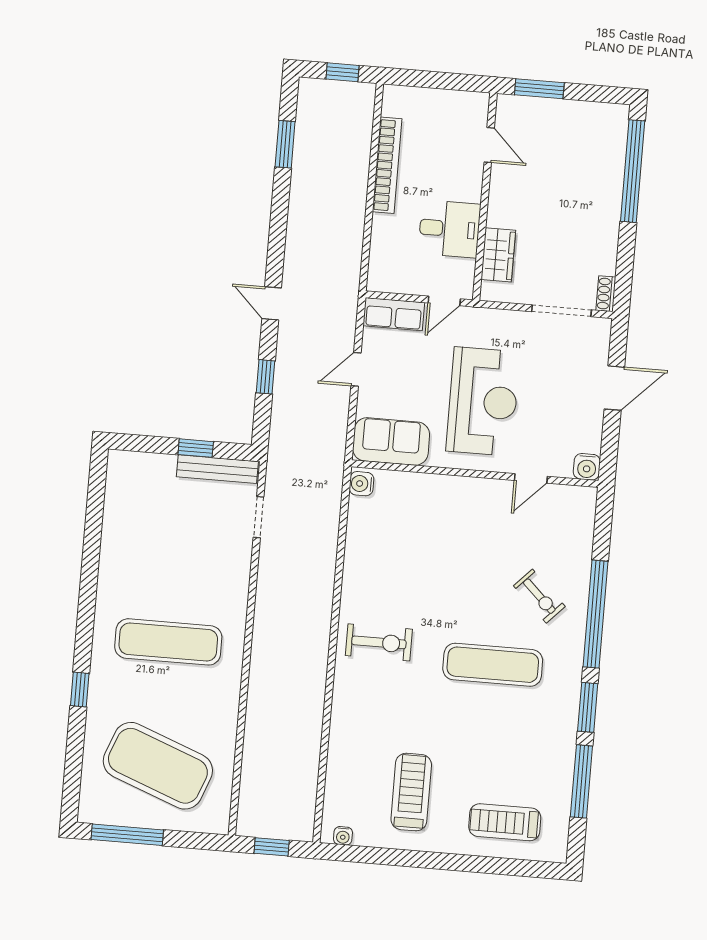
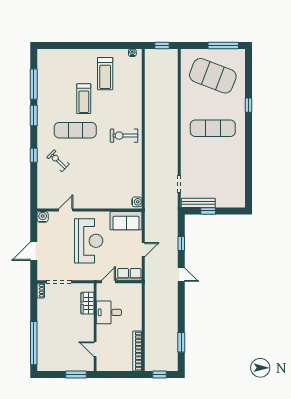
bookcase: (387, 165) -> (137, 351), moved
reception desk: (483, 401) -> (89, 241), turned 180
window: (595, 614) -> (34, 155), width x0.32
treadmill: (505, 822) -> (84, 99), moved, turned 90

